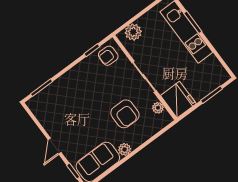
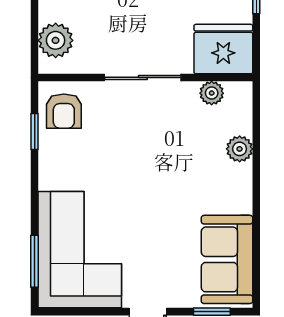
corner sofa: (59, 102) -> (80, 250), added
armchair: (125, 114) -> (181, 155), removed
plant: (125, 149) -> (240, 149), moved

